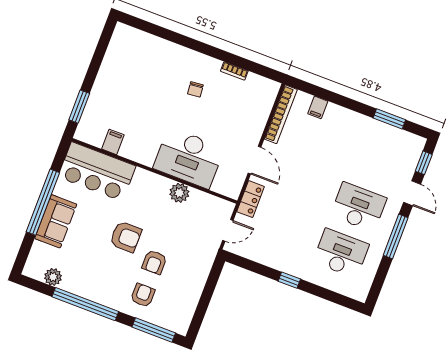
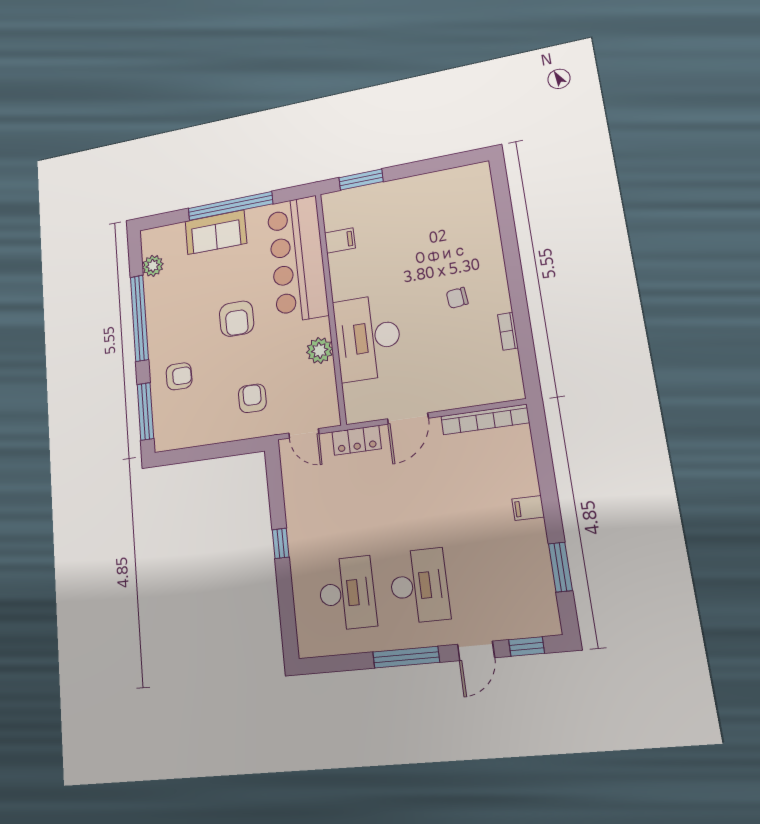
filing cabinet: (318, 107) -> (528, 508), moved
bar counter: (97, 172) -> (297, 259), width x1.36
armchair: (154, 262) -> (252, 398), moved, turned 90

